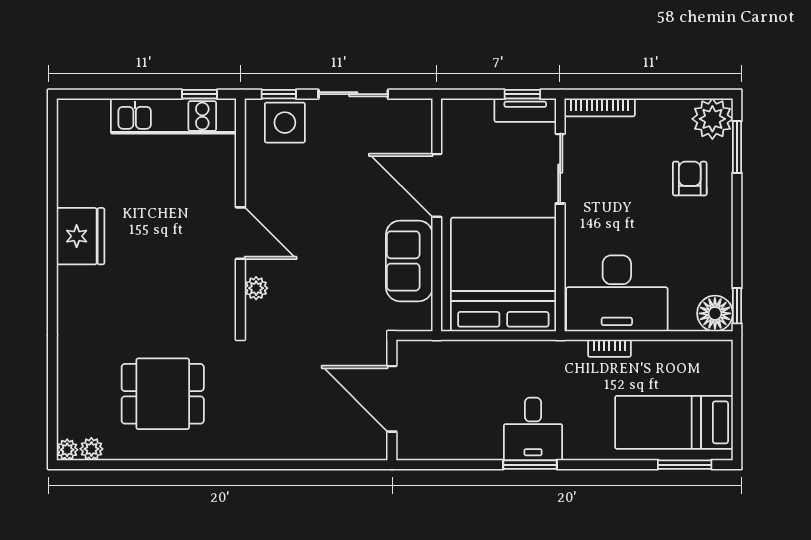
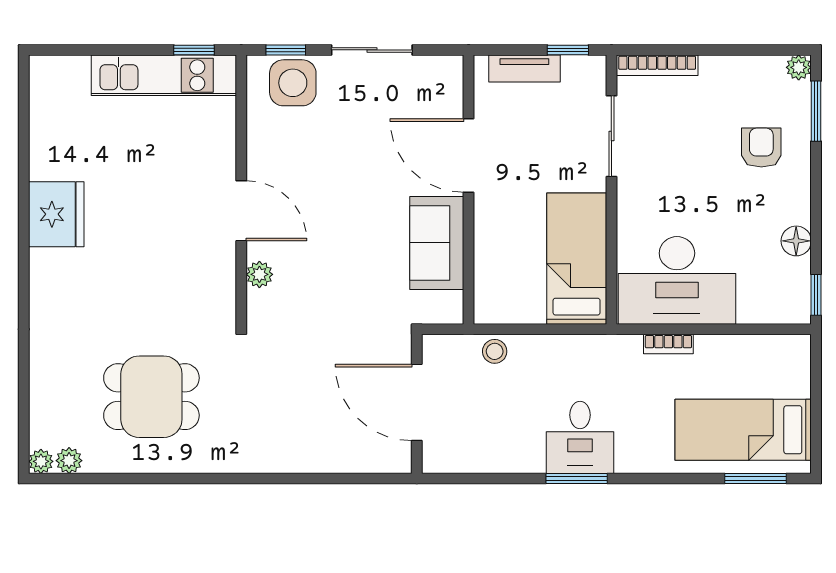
tv unit: (525, 110) -> (524, 68), moved
plant: (712, 119) -> (799, 67), width x0.53, depth x0.53
bed: (503, 274) -> (577, 259), width x0.49
floor lamp: (715, 313) -> (796, 241), moved, width x0.73, depth x0.73
stool: (459, 355) -> (495, 351), added

